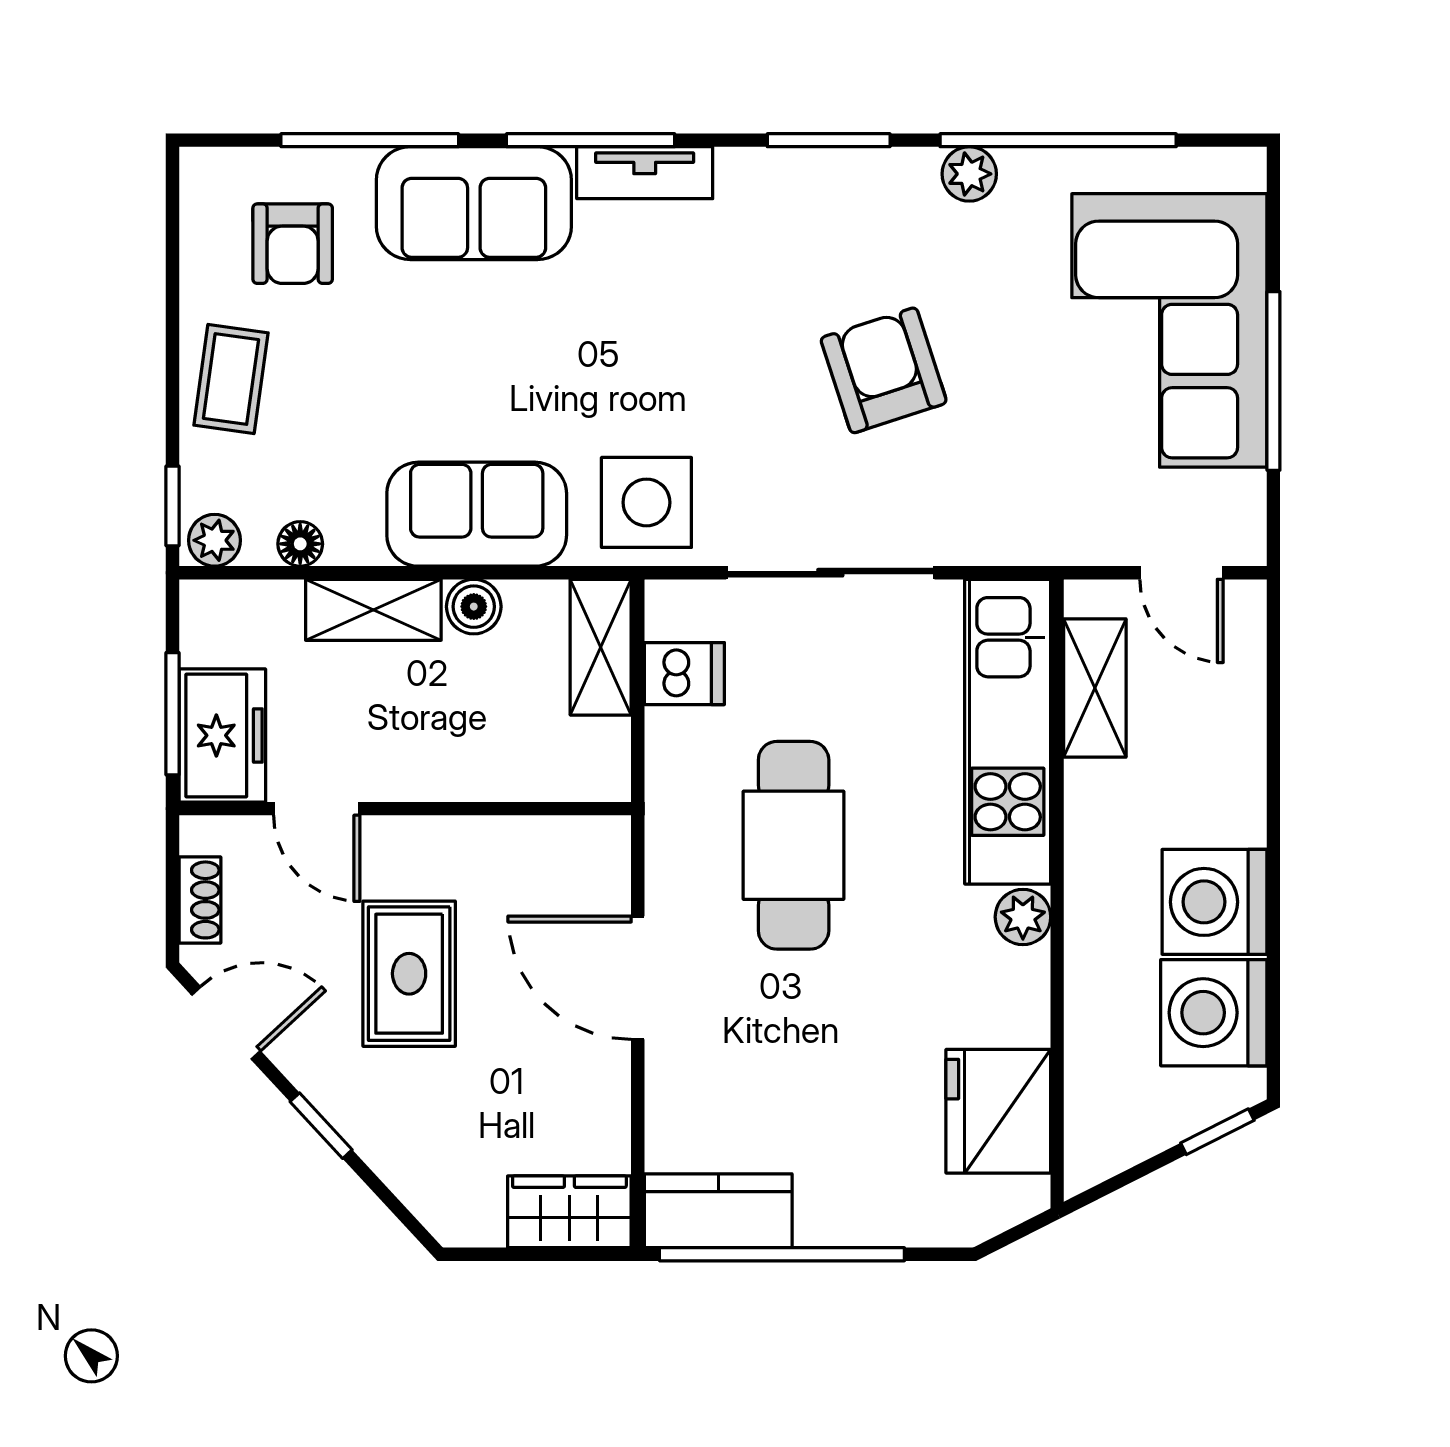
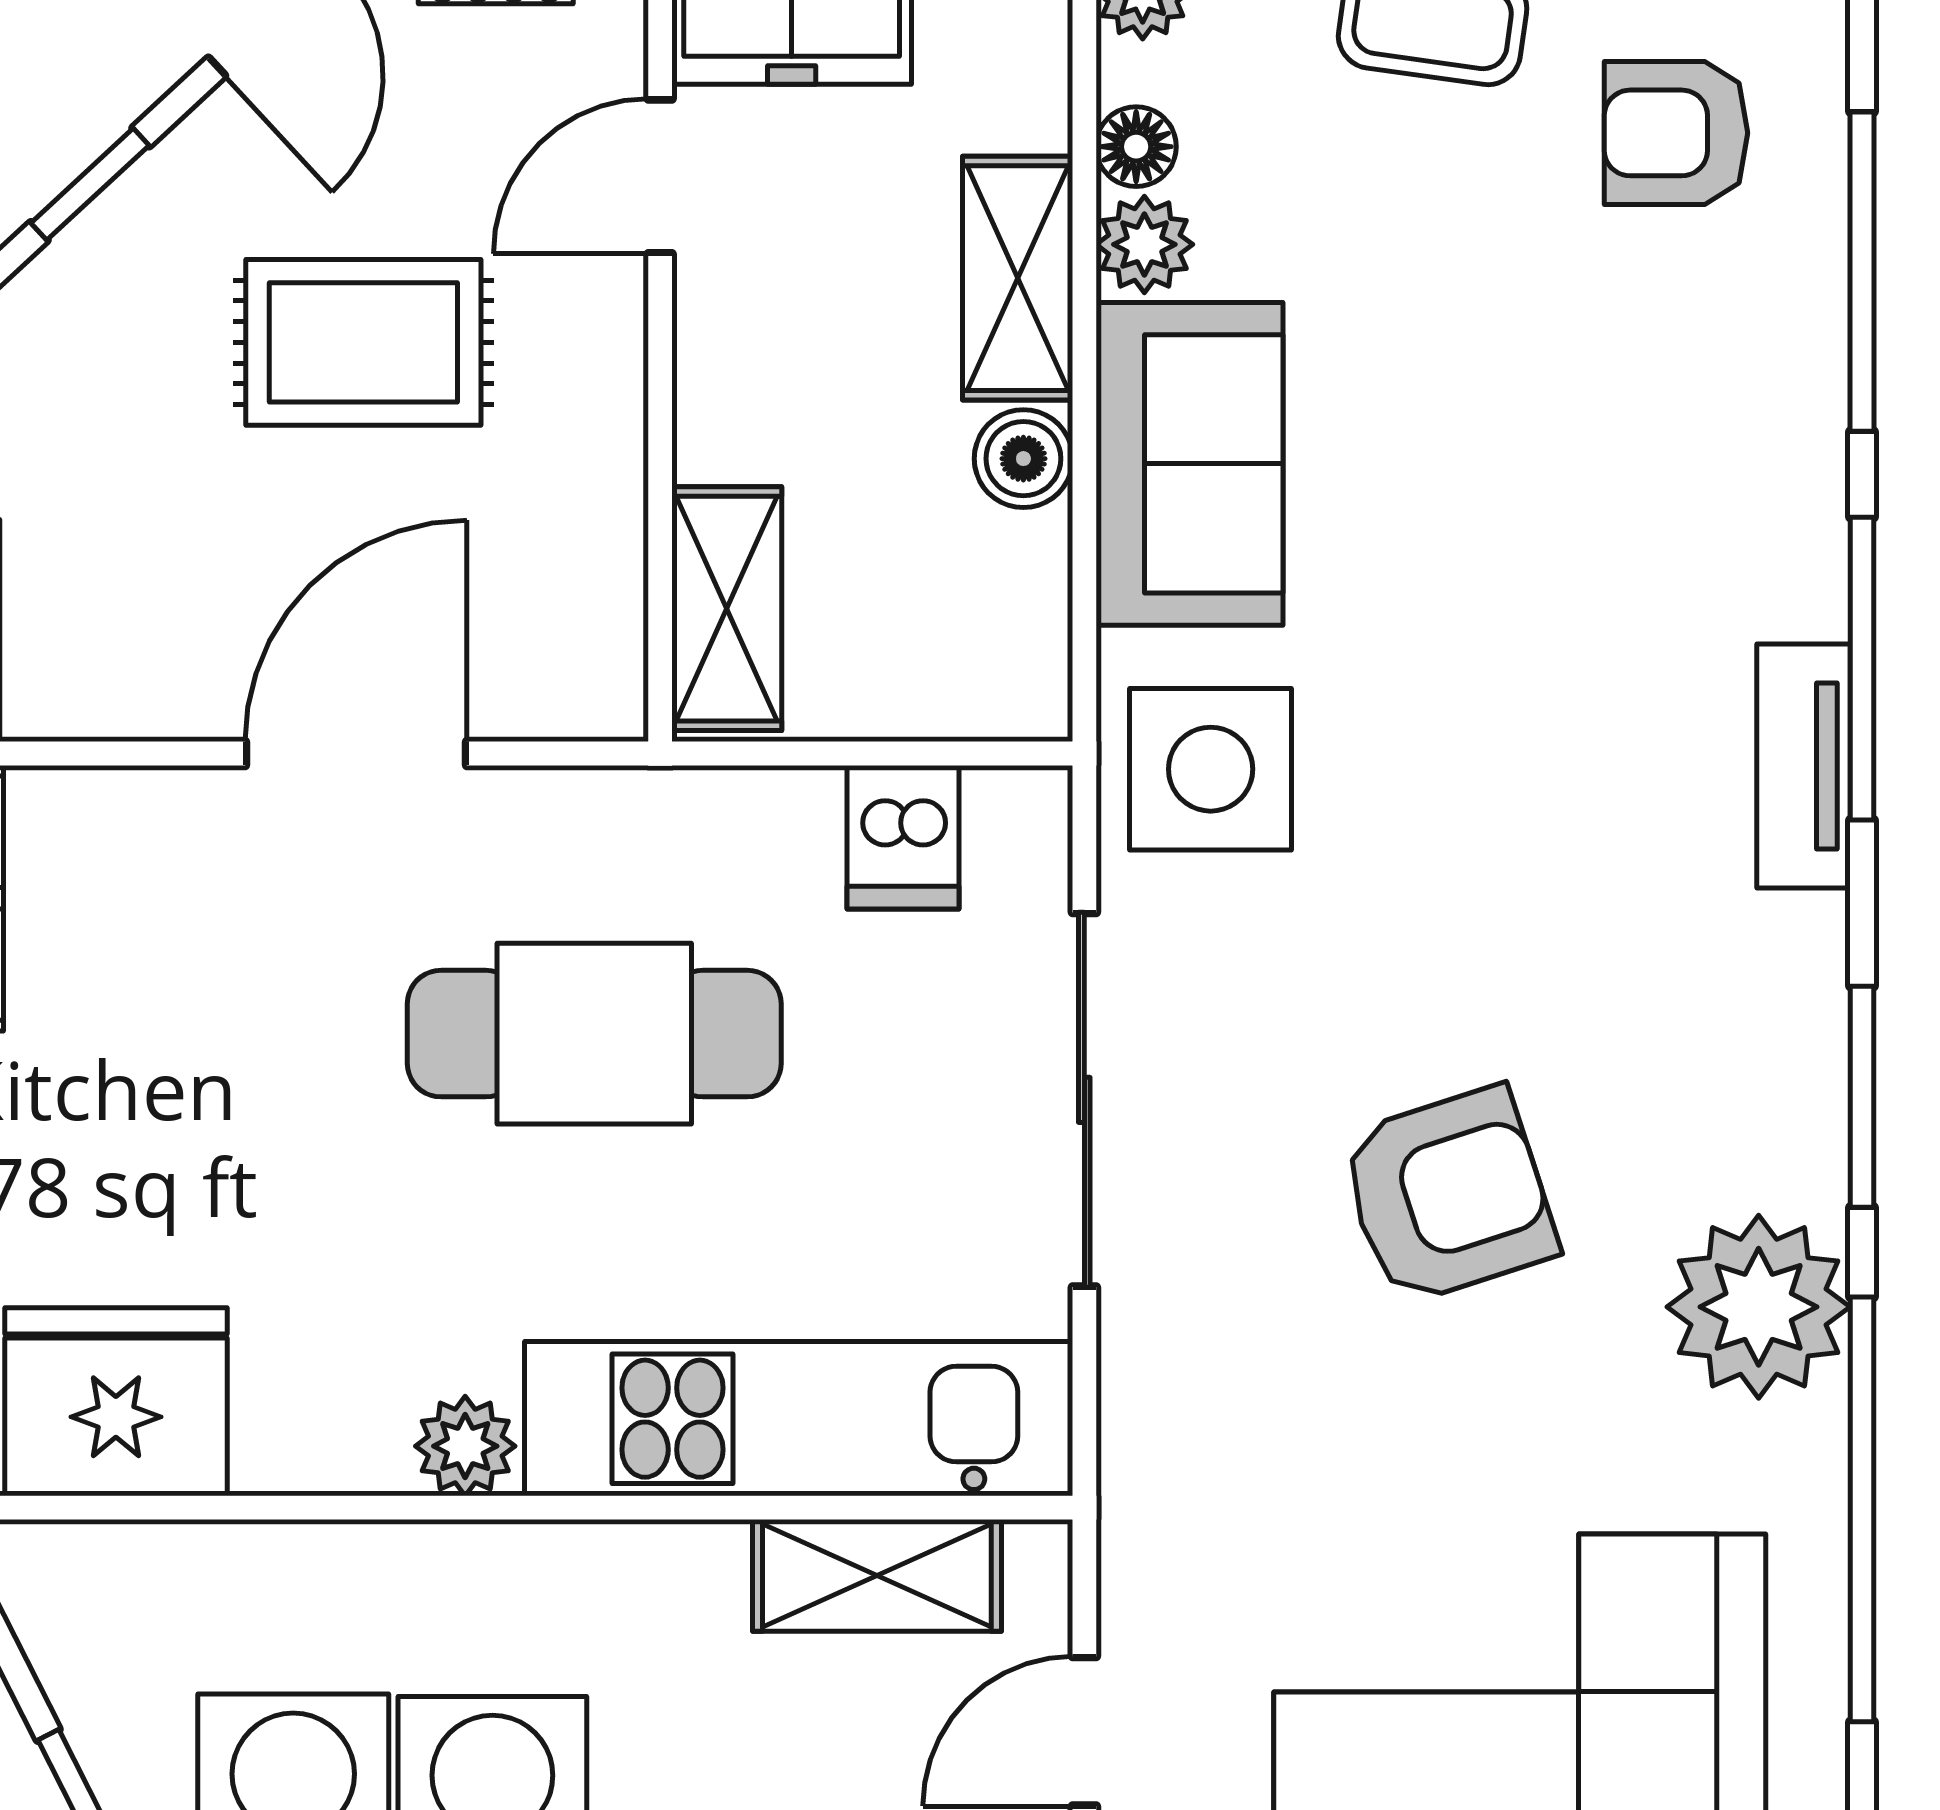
plant: (969, 174) -> (1759, 1307), width x1.88, depth x1.88
sofa: (474, 203) -> (1749, 459), removed
plant: (355, 539) -> (1144, 244), added
shelving: (601, 647) -> (727, 609), moved, turned 90

